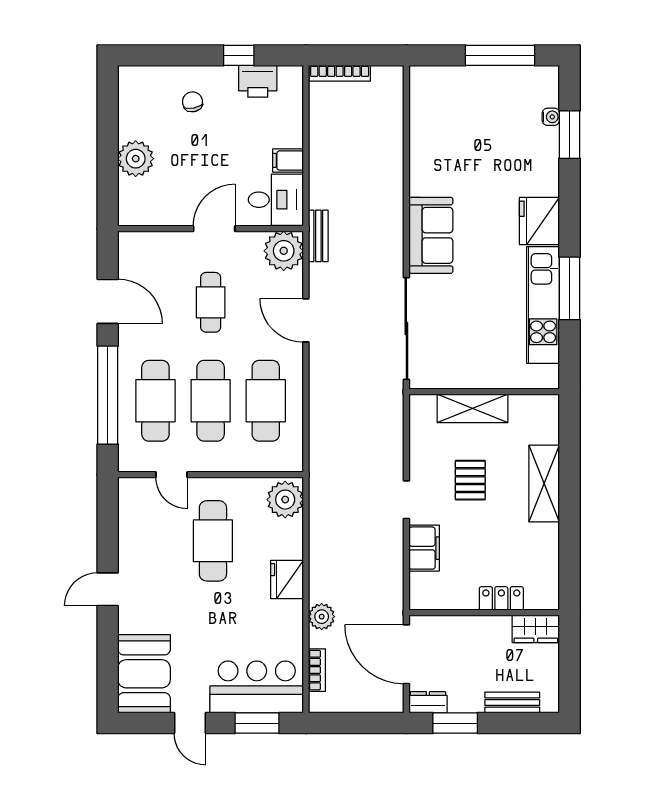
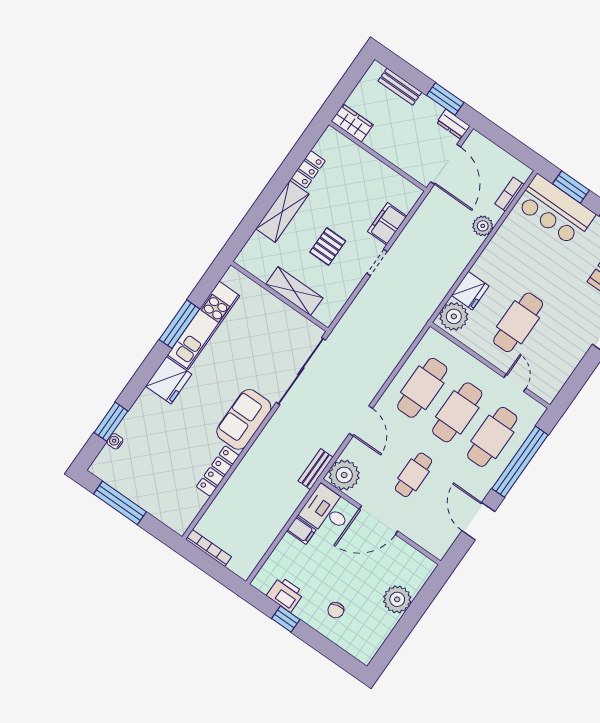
bookcase: (340, 73) -> (209, 548), moved
locker: (420, 161) -> (218, 471), added
door: (214, 229) -> (378, 520), width x1.36
fridge: (287, 580) -> (470, 291), moved
locker: (501, 598) -> (308, 169), moved, turned -90

